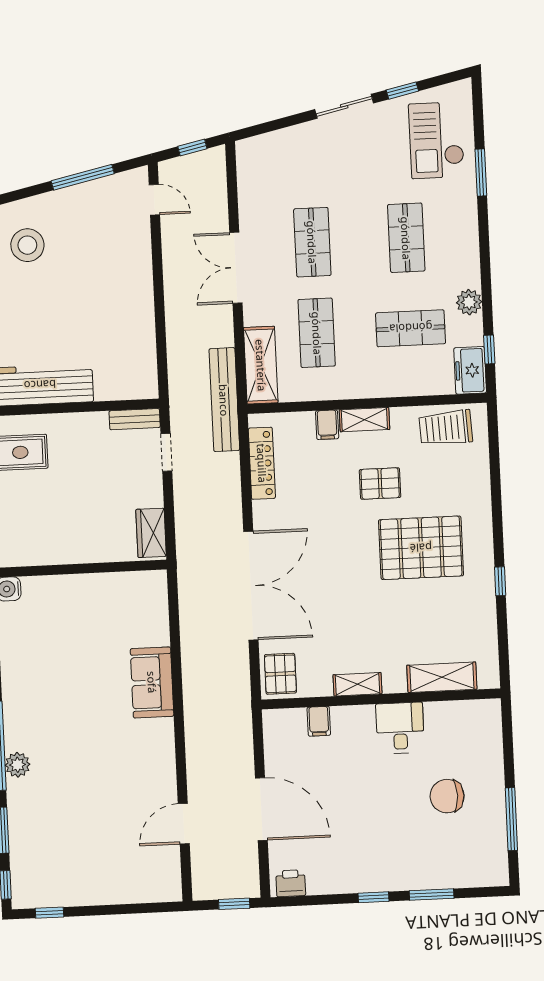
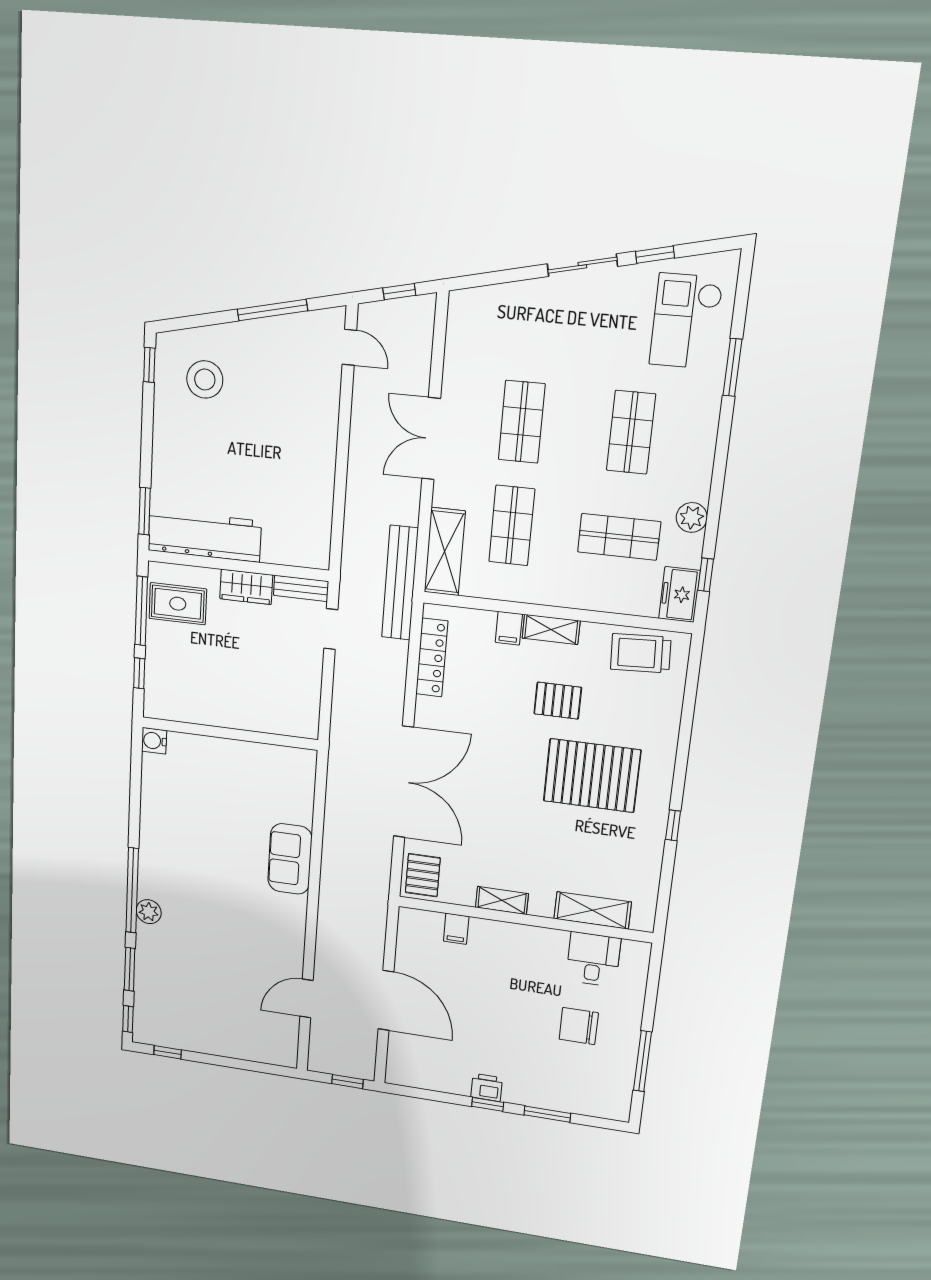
wardrobe: (151, 533) -> (246, 587), moved, turned -90
desk: (400, 728) -> (593, 959), moved
printer: (291, 883) -> (487, 1087), moved

